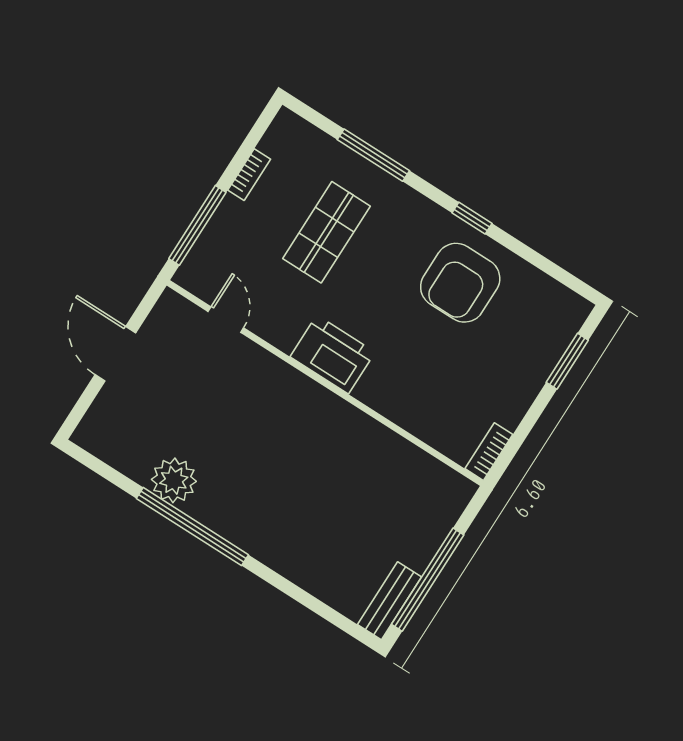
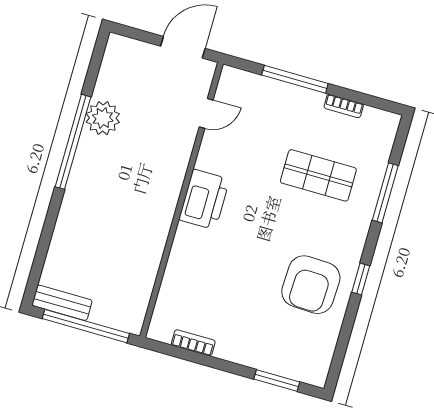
armchair: (460, 283) -> (311, 285), turned -88
door: (226, 320) -> (206, 113), moved
printer: (333, 354) -> (204, 199), moved
wall: (325, 383) -> (181, 200), moved

